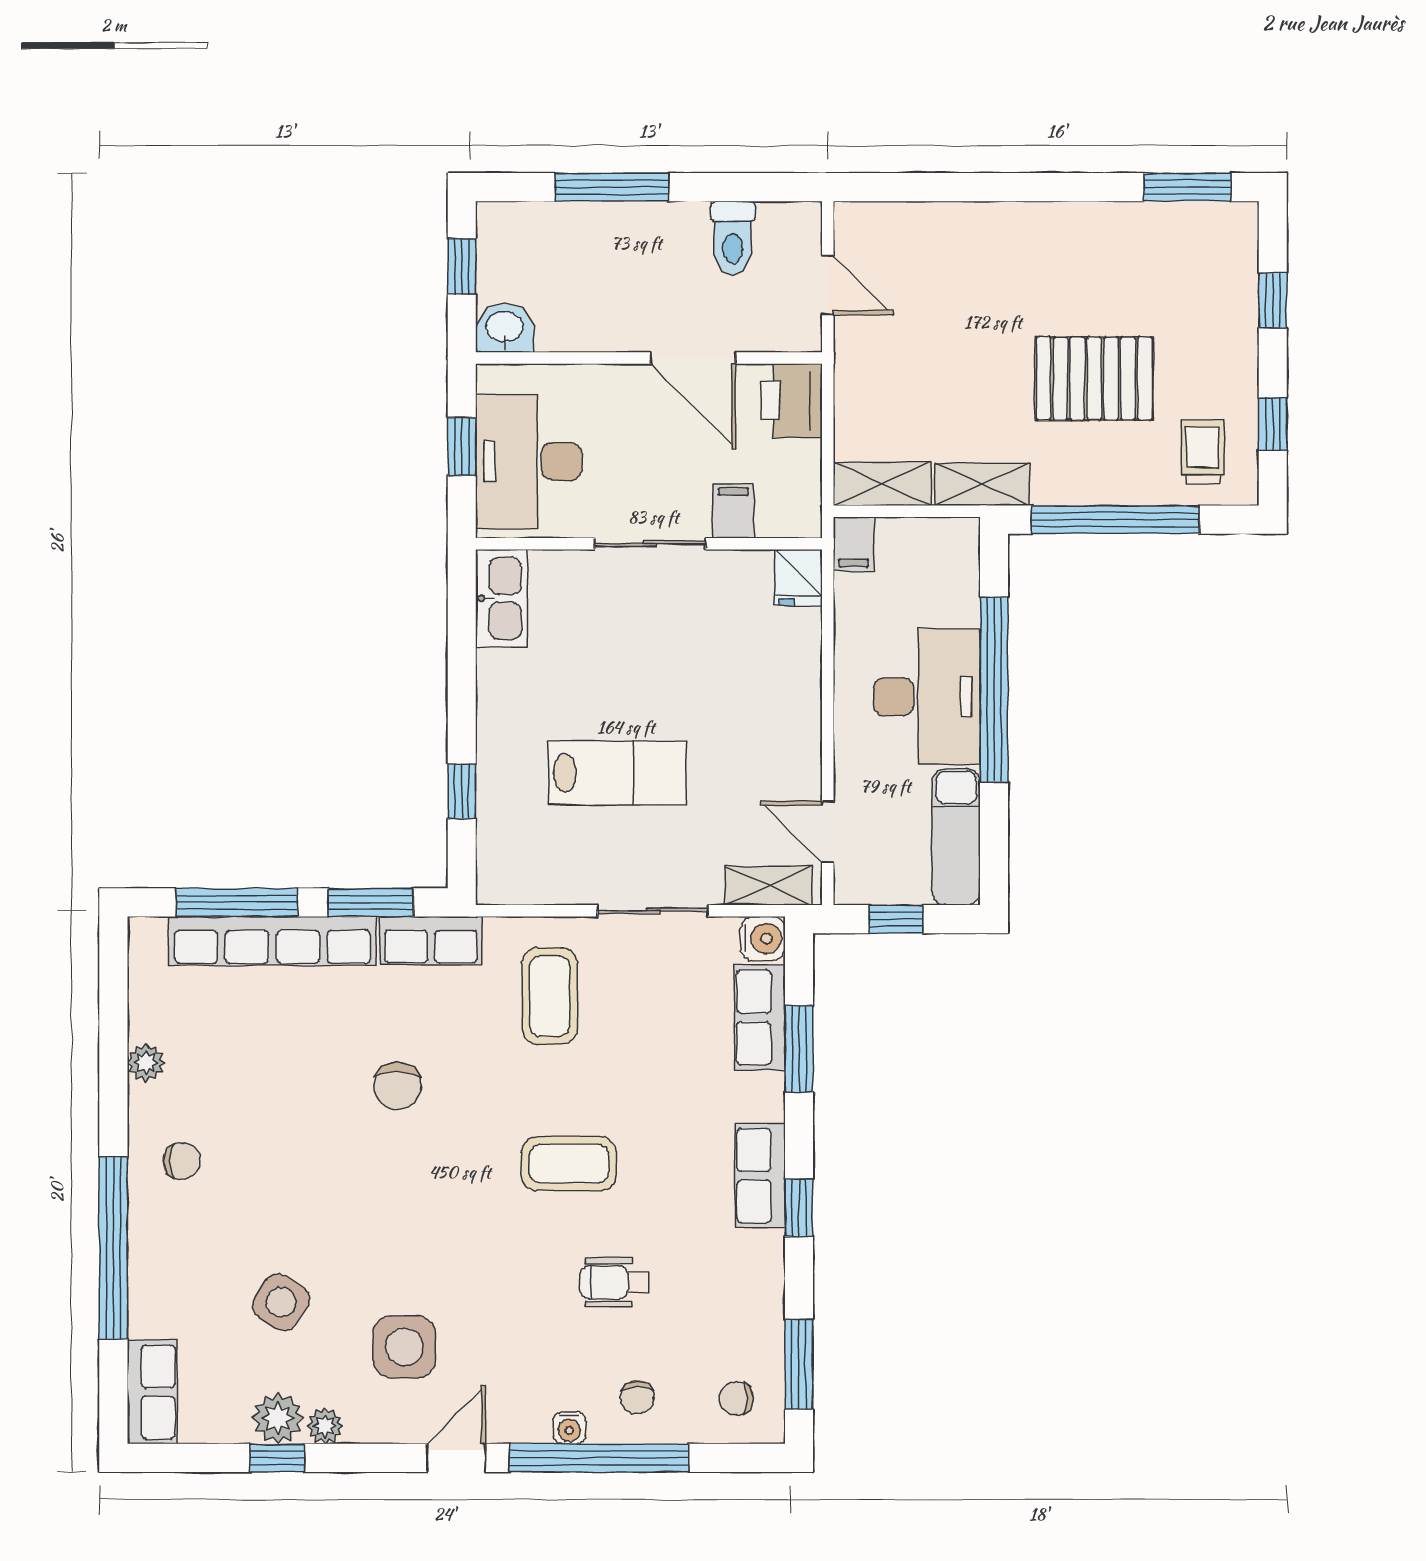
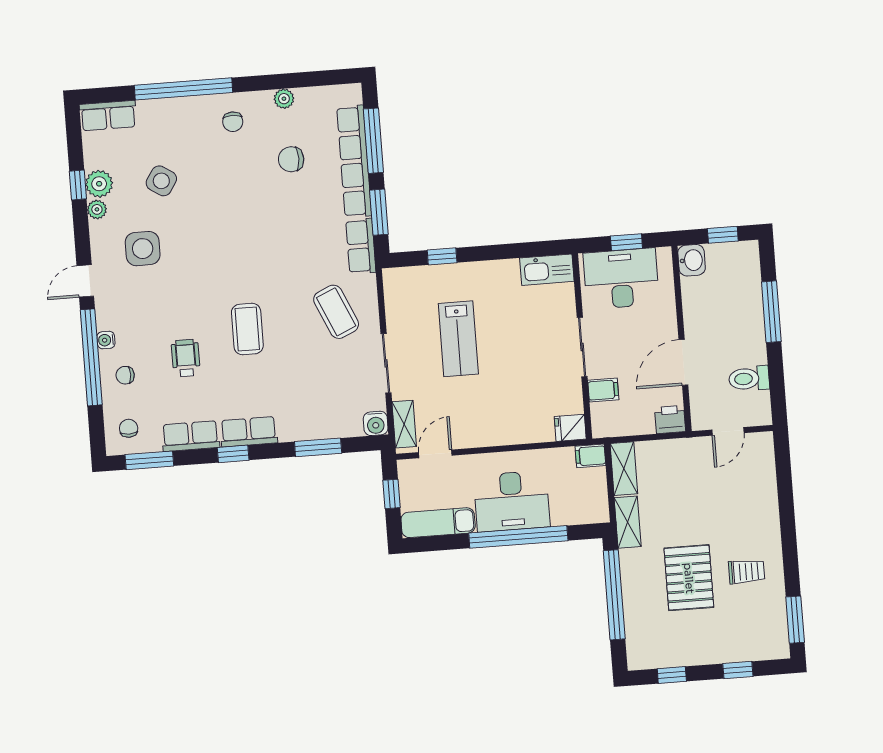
printer: (792, 401) -> (670, 419), width x0.73, depth x0.81
trolley: (1203, 452) -> (747, 572), moved
coffee table: (550, 996) -> (336, 312), turned 66
row of seats: (760, 1017) -> (191, 436), moved
chair: (398, 1086) -> (291, 159), moved
door: (456, 1458) -> (85, 281), swing flipped

